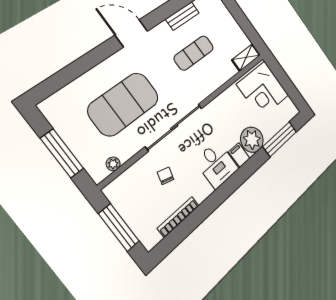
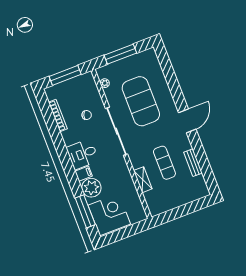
shelving: (246, 57) -> (143, 180), moved
corner desk: (263, 90) -> (109, 215), moved, turned 90

